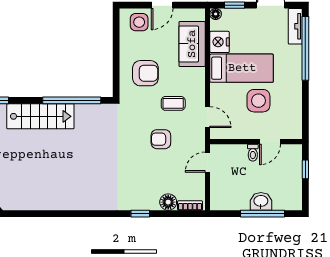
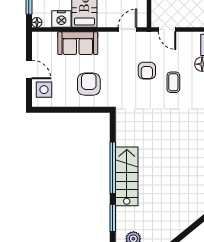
sofa: (192, 44) -> (78, 43), moved
window: (72, 100) -> (113, 168), moved
coffee table: (173, 103) -> (173, 82), moved

